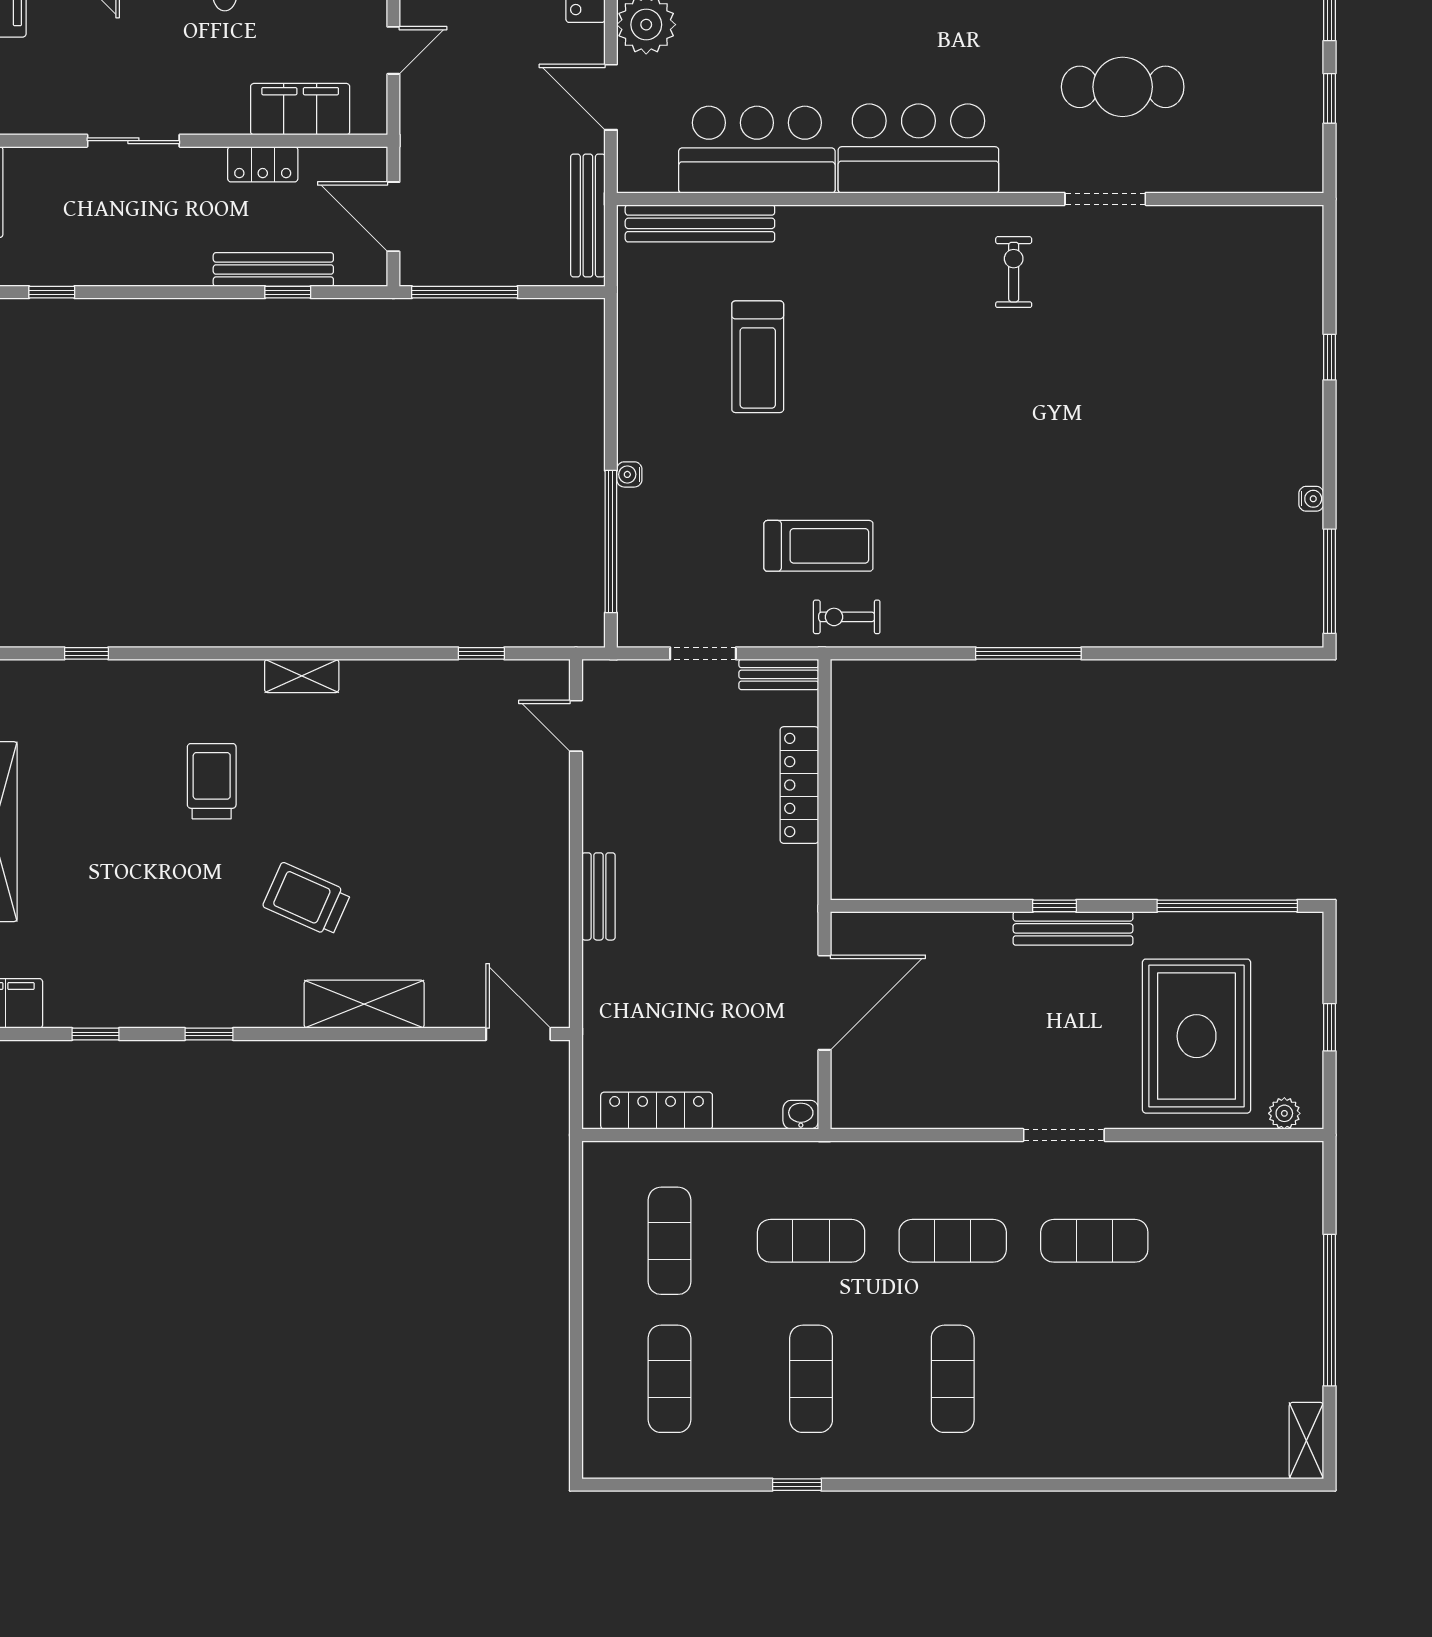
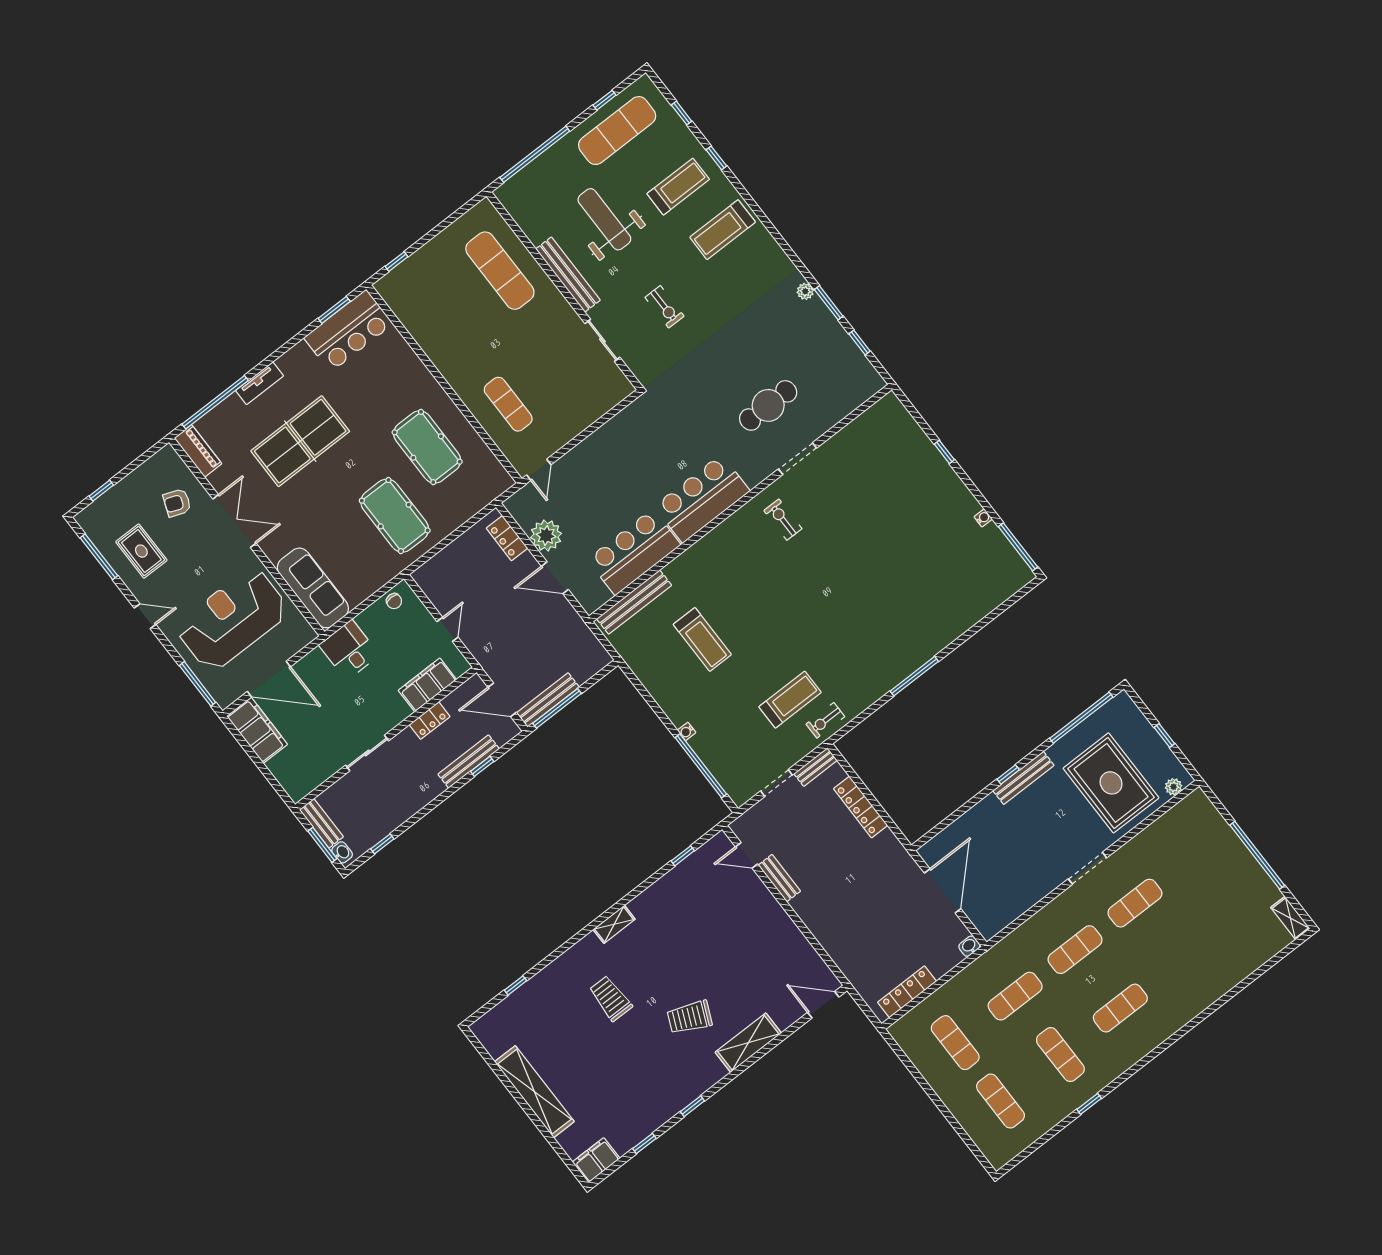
bench: (588, 215) -> (548, 700), moved, turned 90
bench: (598, 896) -> (779, 878), moved
exercise mat: (953, 1379) -> (1120, 1008), turned 90

